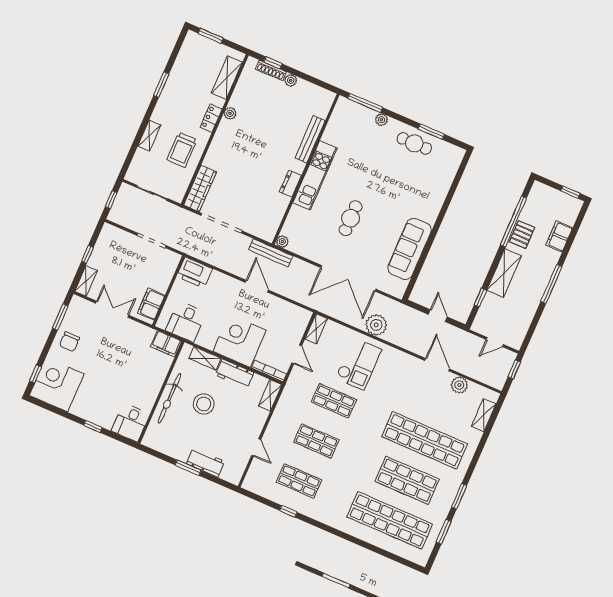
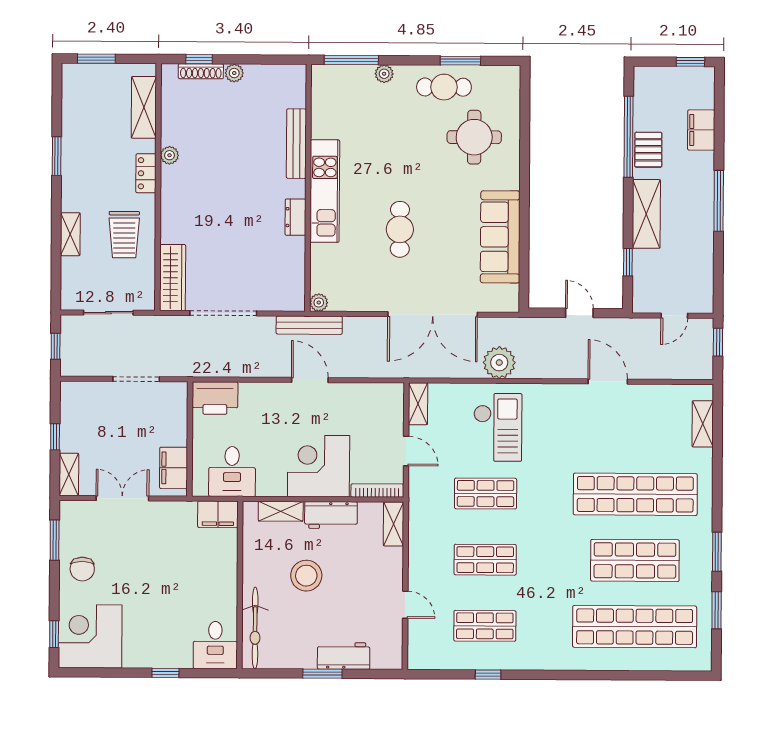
round table: (420, 182) -> (474, 137), added
plant: (459, 385) -> (651, 397), removed
bicycle: (170, 398) -> (255, 628), moved

